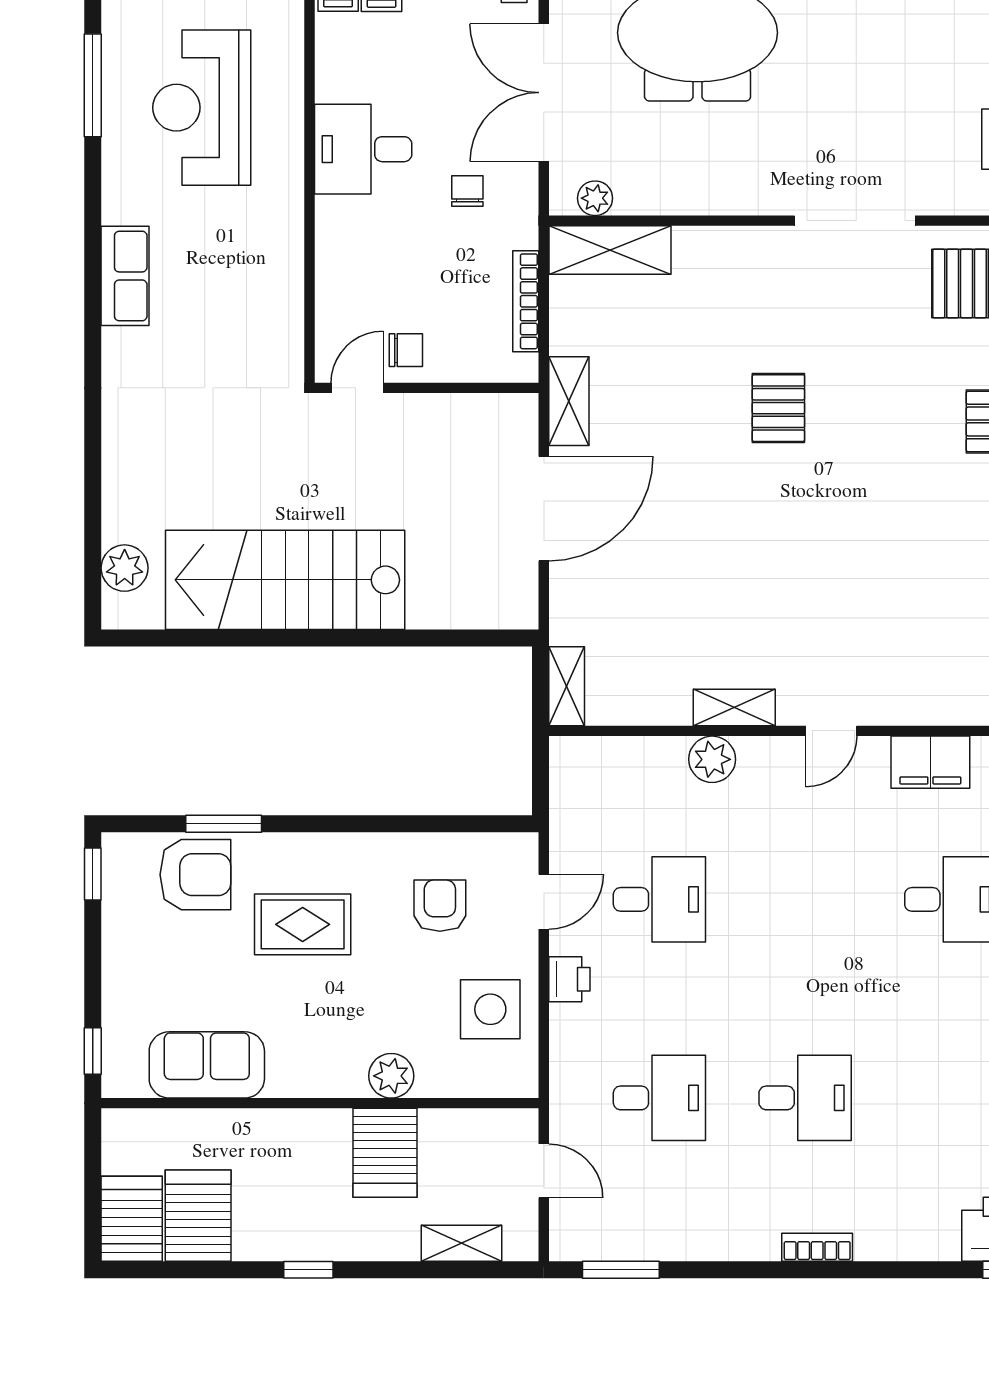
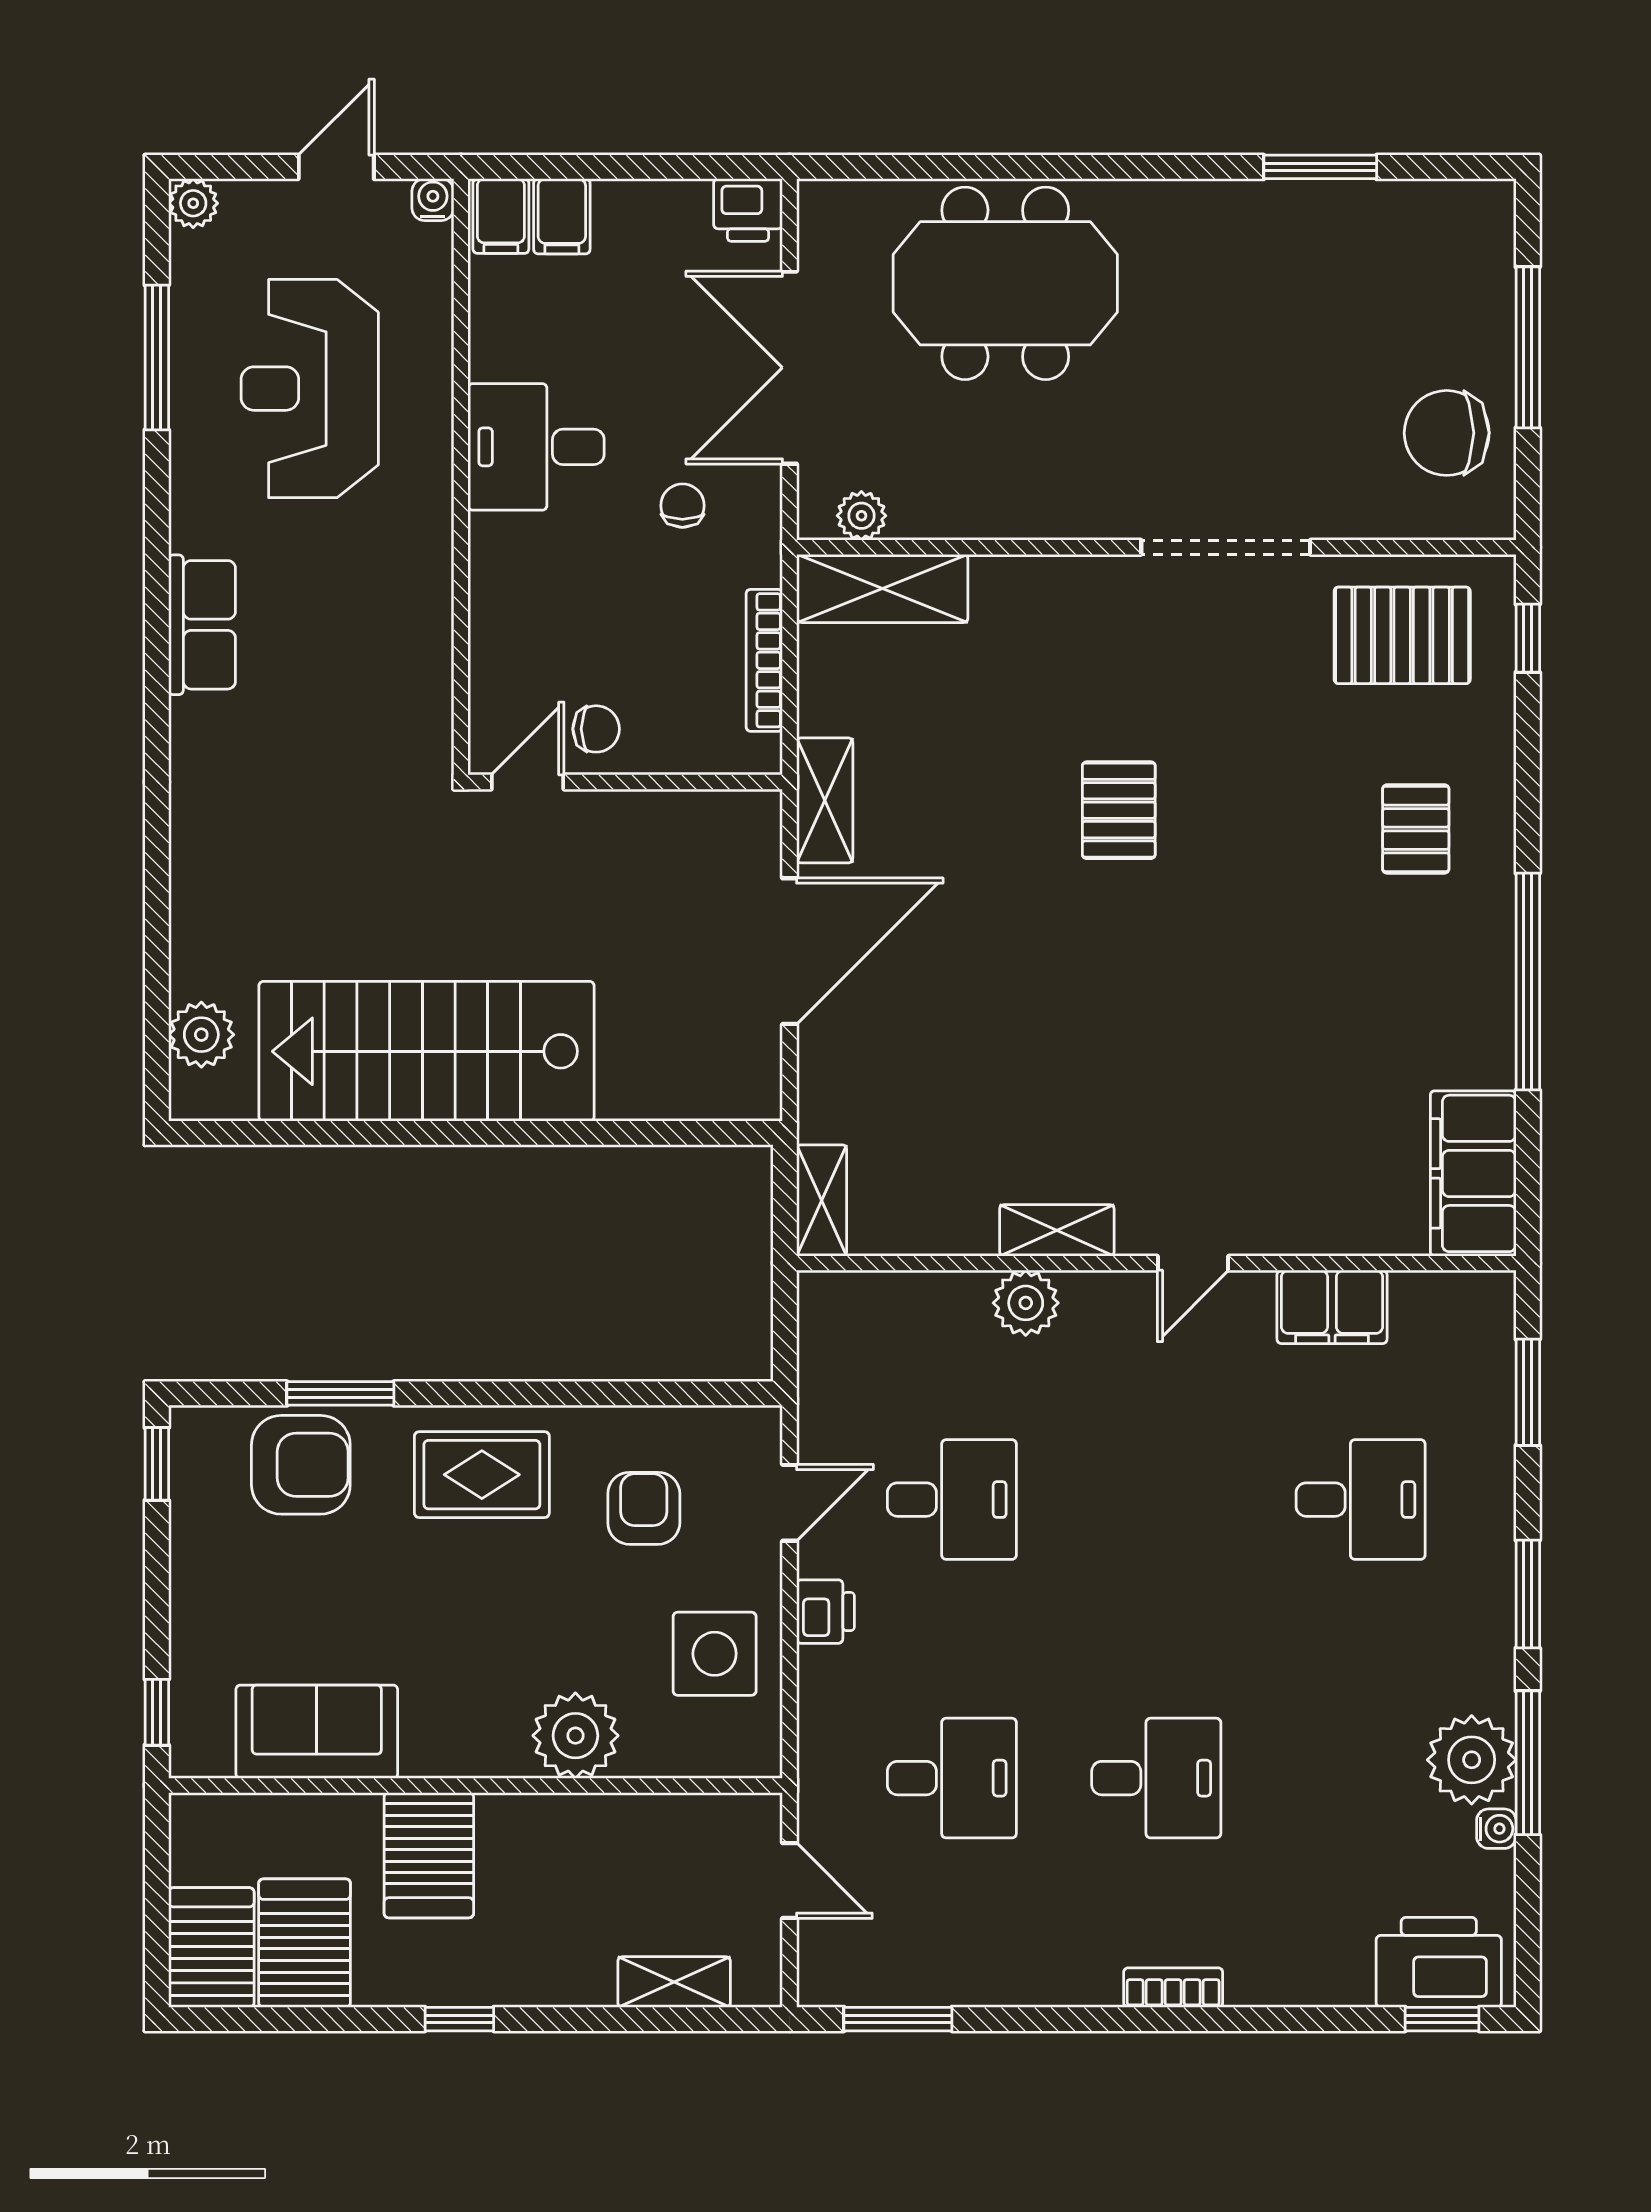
rug: (303, 924) -> (482, 1475), moved
plant: (391, 1076) -> (575, 1736), width x1.36, depth x1.36
server rack: (385, 1153) -> (429, 1855), moved

